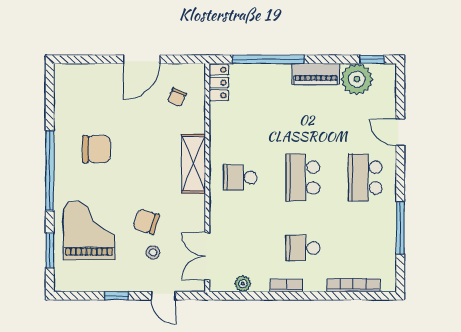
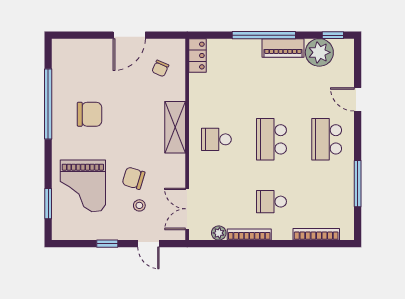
window: (268, 59) -> (264, 35), moved
window: (50, 170) -> (48, 104), moved
grand piano: (89, 230) -> (83, 186), turned 180
bookcase: (286, 285) -> (249, 235), width x1.56

